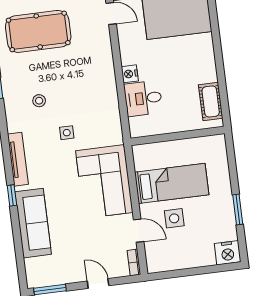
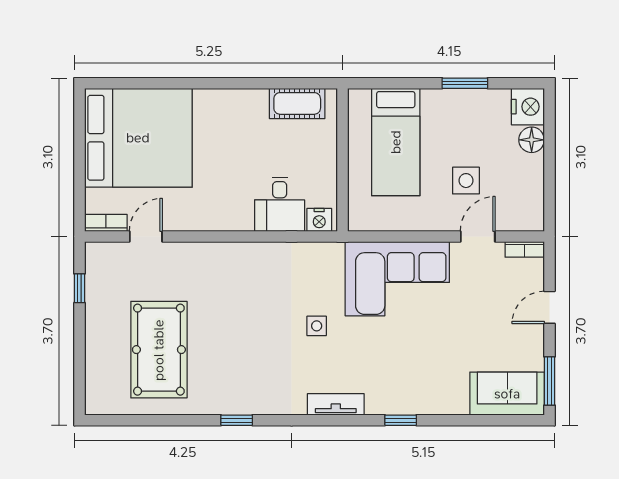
nightstand: (130, 74) -> (319, 220), moved
stool: (39, 101) -> (263, 361), removed
tv unit: (18, 159) -> (336, 404), width x0.71
bed: (172, 183) -> (396, 142), moved, turned 180
sofa: (33, 223) -> (507, 394), moved, width x0.73
floor lamp: (206, 258) -> (532, 140), added

